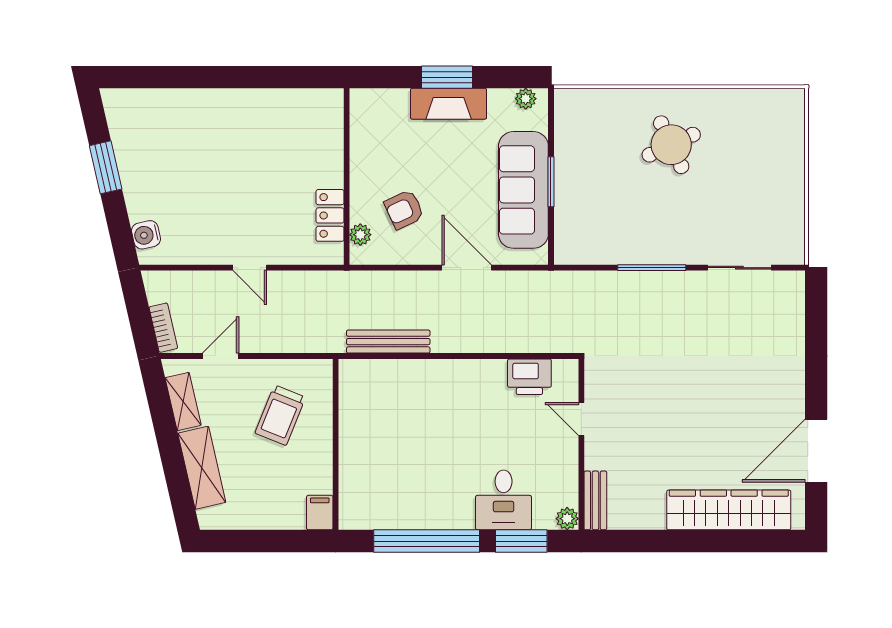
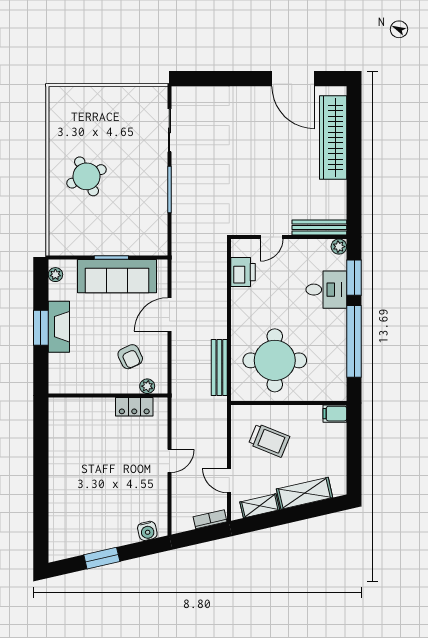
round table: (399, 424) -> (275, 360), added
bench: (595, 500) -> (319, 228), width x1.36

